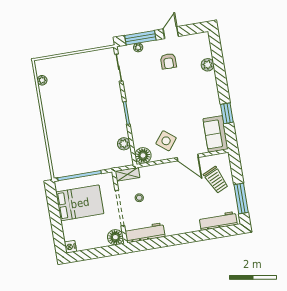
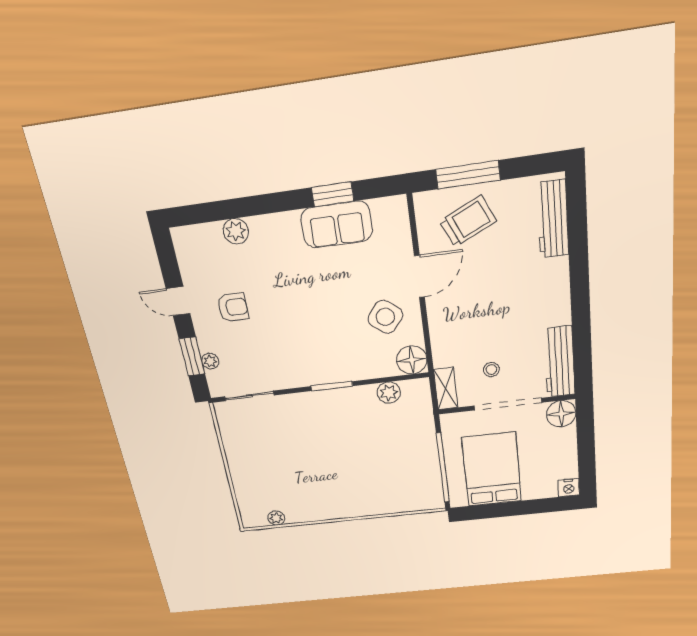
window: (140, 38) -> (192, 356), width x0.69
sofa: (215, 134) -> (337, 225), moved
window: (241, 199) -> (468, 175), moved

